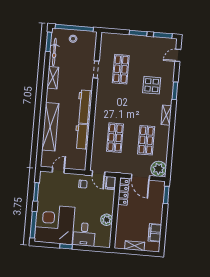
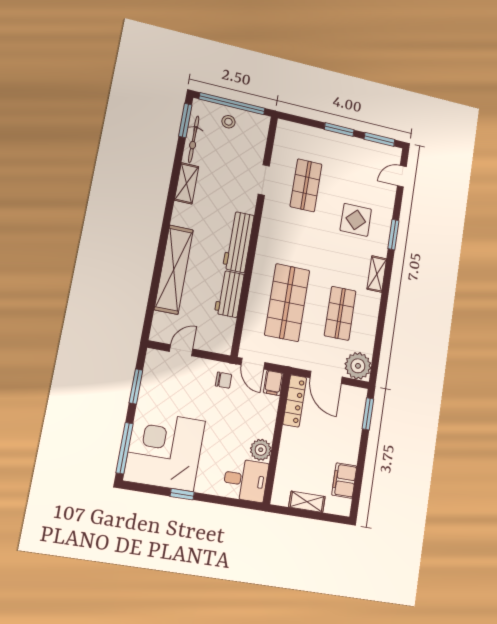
shop shelf: (115, 138) -> (287, 303), width x1.43, depth x1.36
desk: (84, 234) -> (246, 480), moved, turned -90

